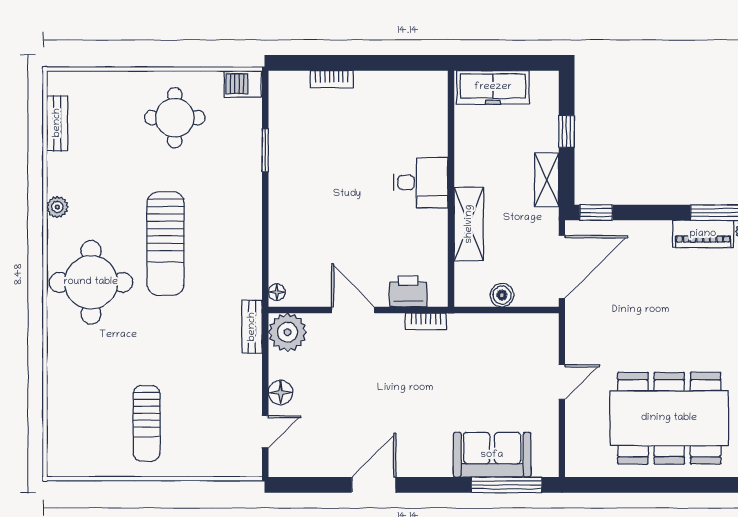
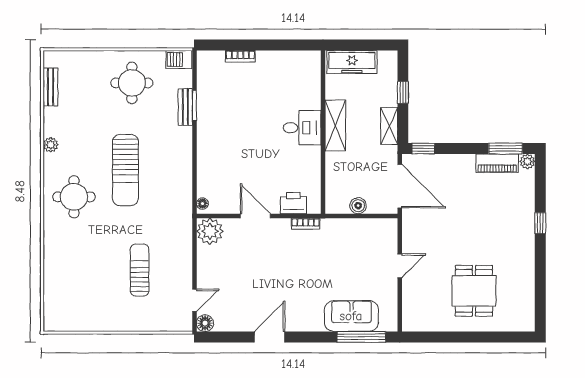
shelving: (469, 224) -> (335, 126), moved
door: (562, 267) -> (400, 186), hinge flipped
round table: (91, 282) -> (74, 197), width x0.73, depth x0.73
bench: (252, 327) -> (185, 107), moved
floor lamp: (281, 392) -> (205, 323), moved
dining table: (669, 418) -> (474, 291), width x0.53, depth x0.80
sun lounger: (147, 423) -> (140, 270), moved, turned 180

